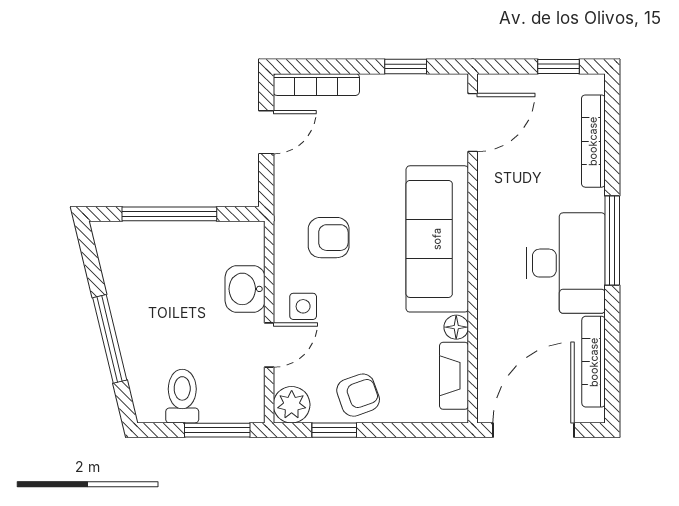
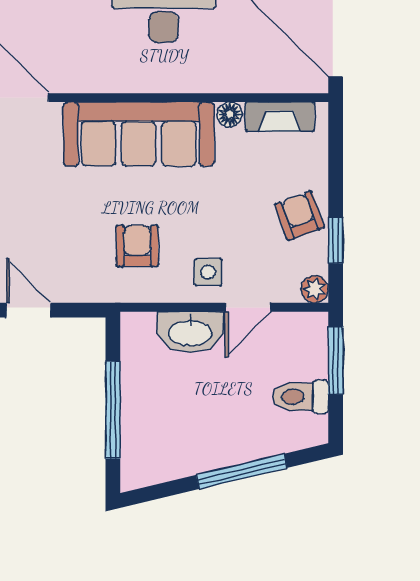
washbasin: (245, 289) -> (190, 332), width x1.38
door: (269, 345) -> (248, 307), swing flipped
plant: (292, 405) -> (315, 289), width x0.73, depth x0.73

